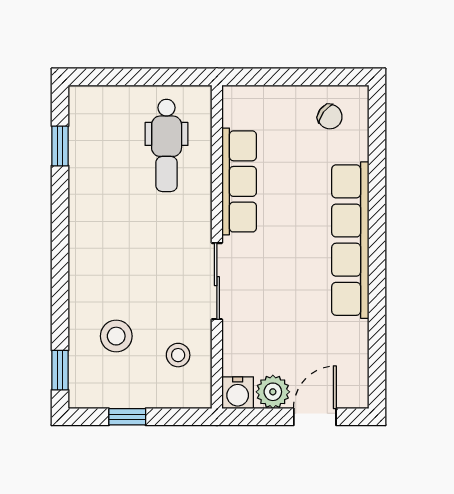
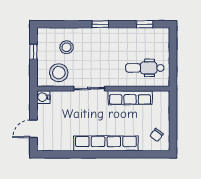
stool: (178, 355) -> (59, 73), width x1.89, depth x1.89
window: (60, 370) -> (100, 24), moved
plant: (273, 392) -> (44, 112), removed
door: (315, 417) -> (33, 129), swing flipped

